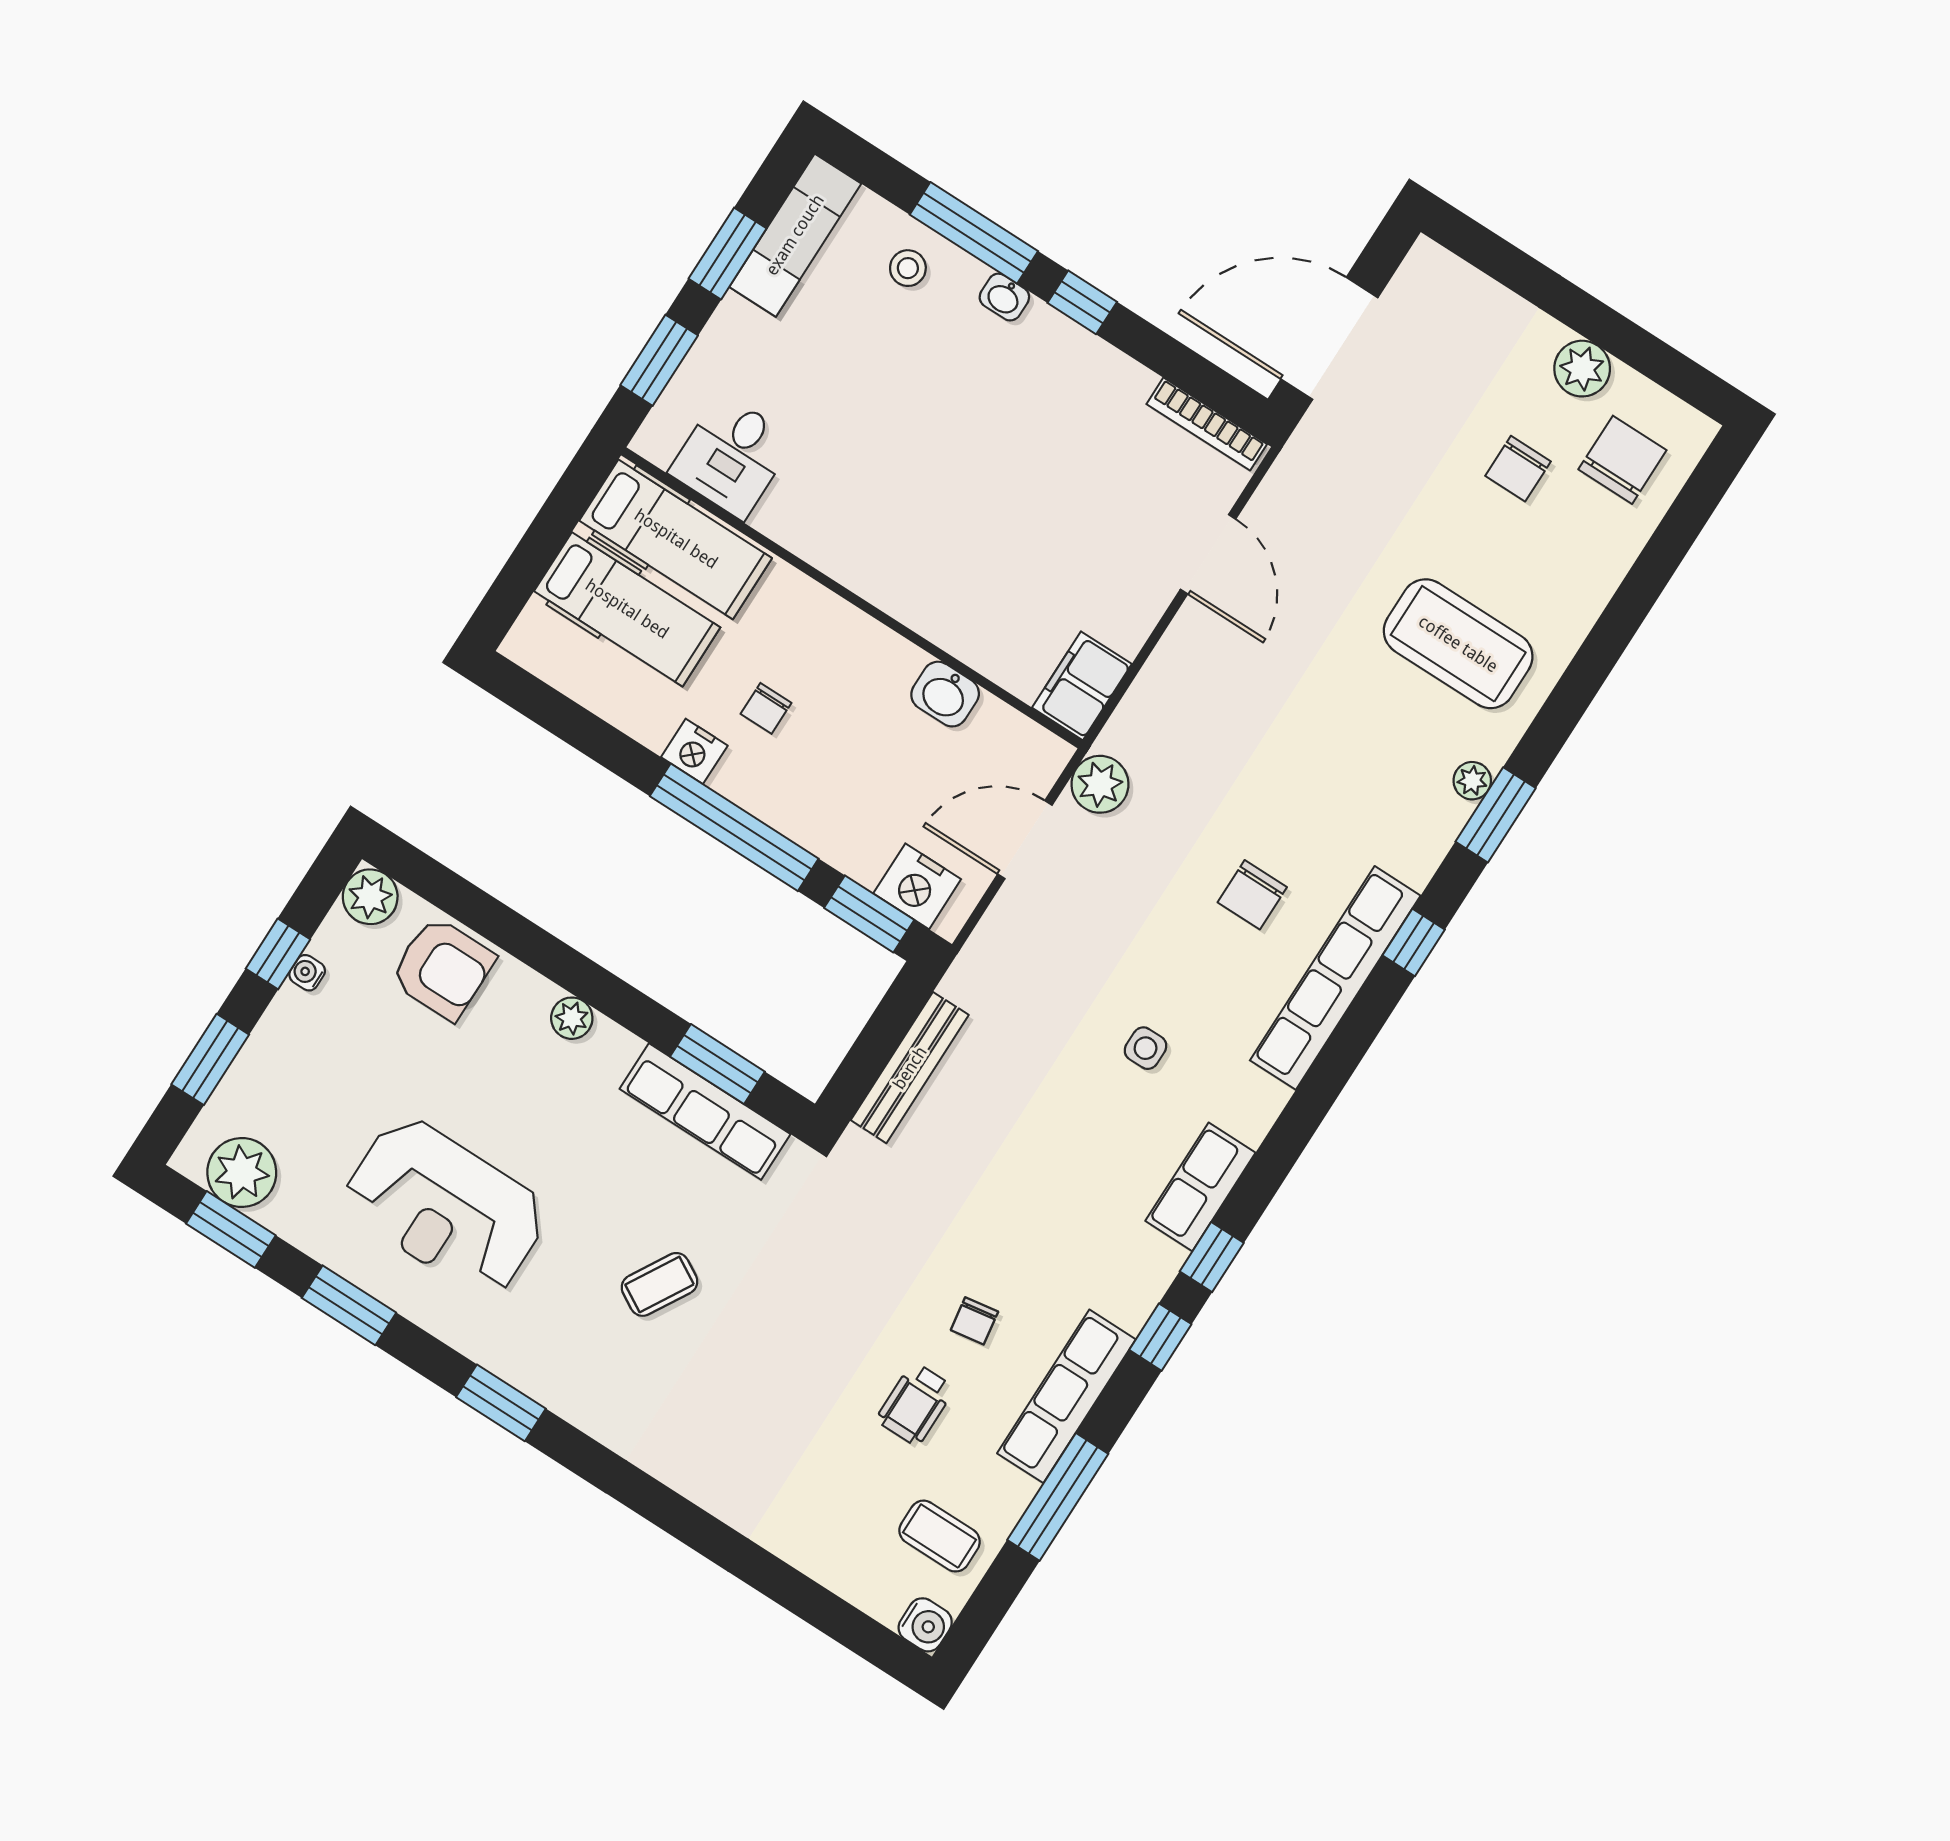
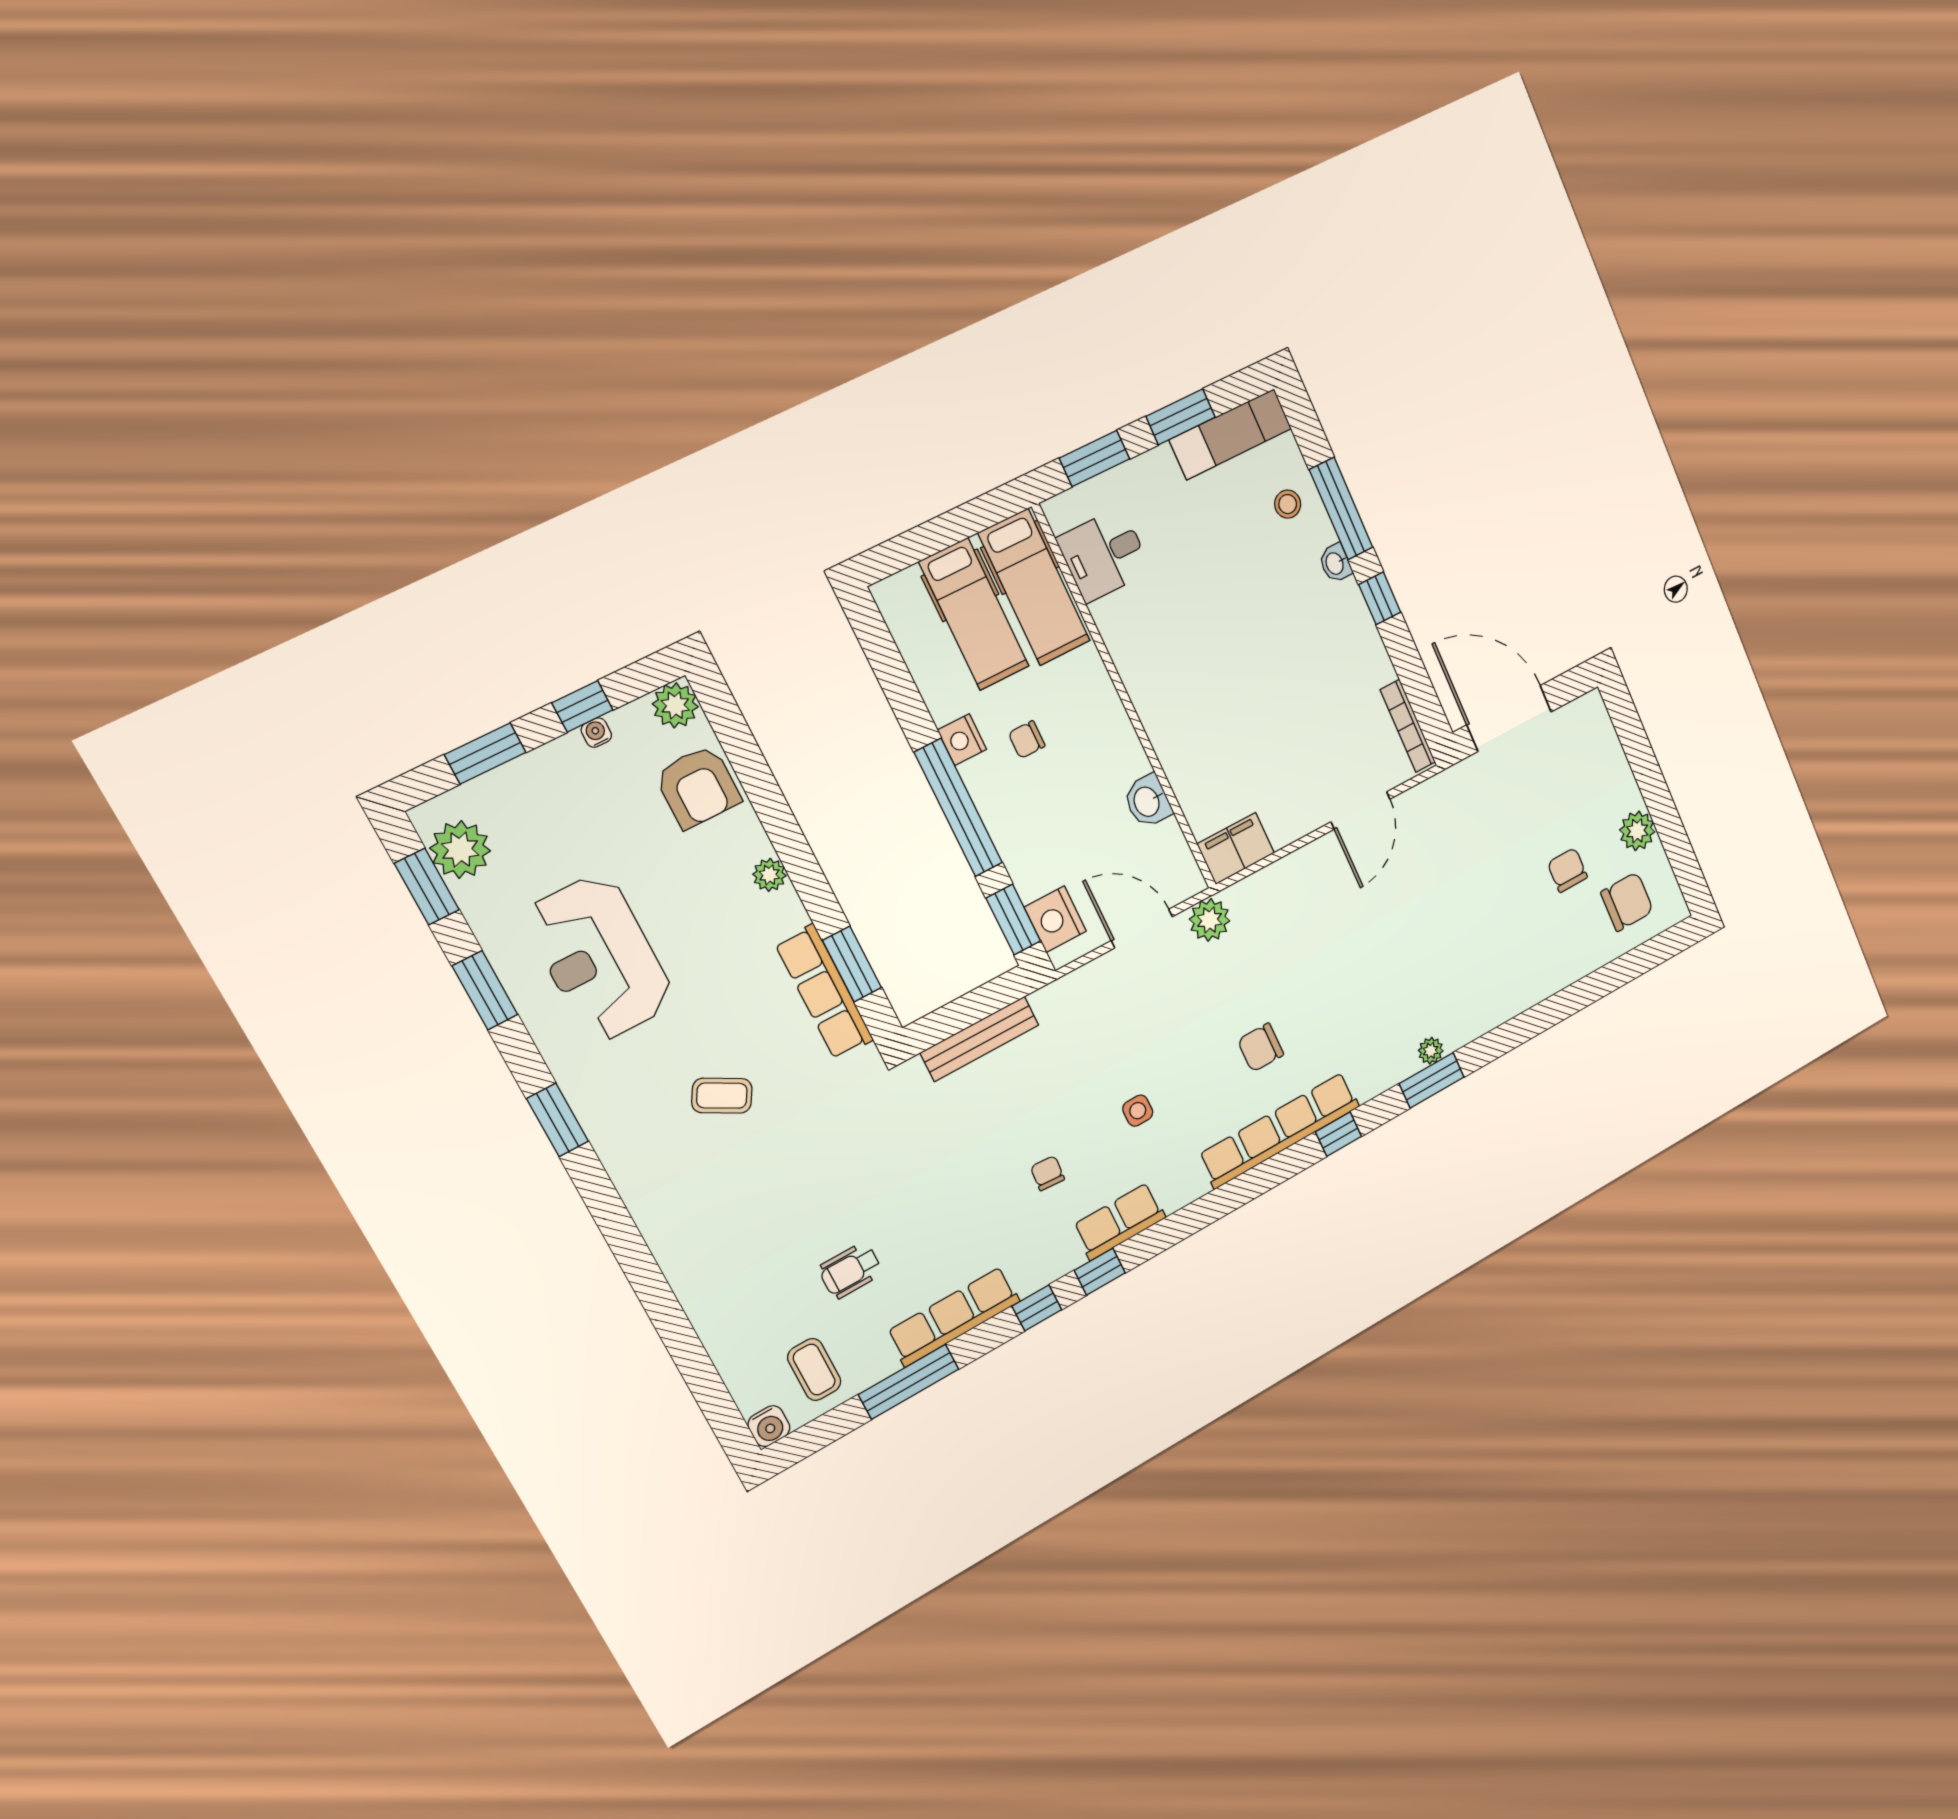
chair: (1518, 469) -> (1567, 870), turned 90
coffee table: (1458, 644) -> (1472, 959), removed
chair: (974, 1321) -> (1048, 1173), moved, turned 103

